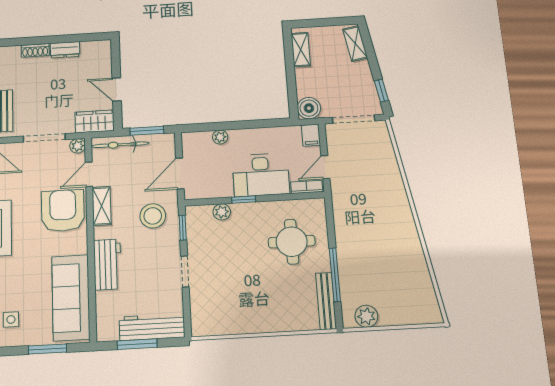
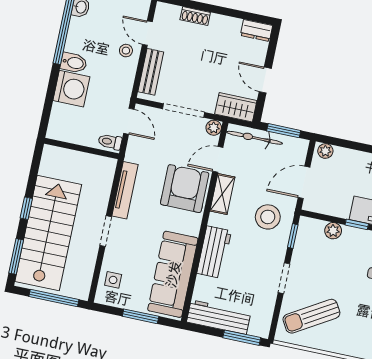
dresser: (65, 50) -> (257, 30), moved
plant: (220, 137) -> (325, 151), moved
sun lounger: (223, 302) -> (311, 316), added
workbench: (152, 327) -> (219, 317), moved
window: (137, 344) -> (242, 338), moved

